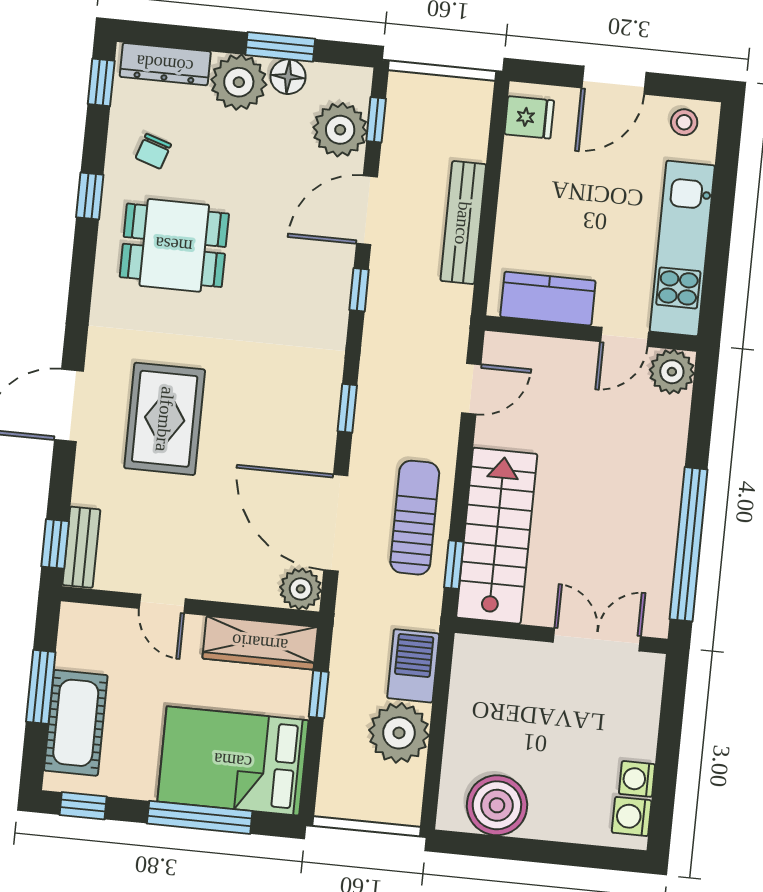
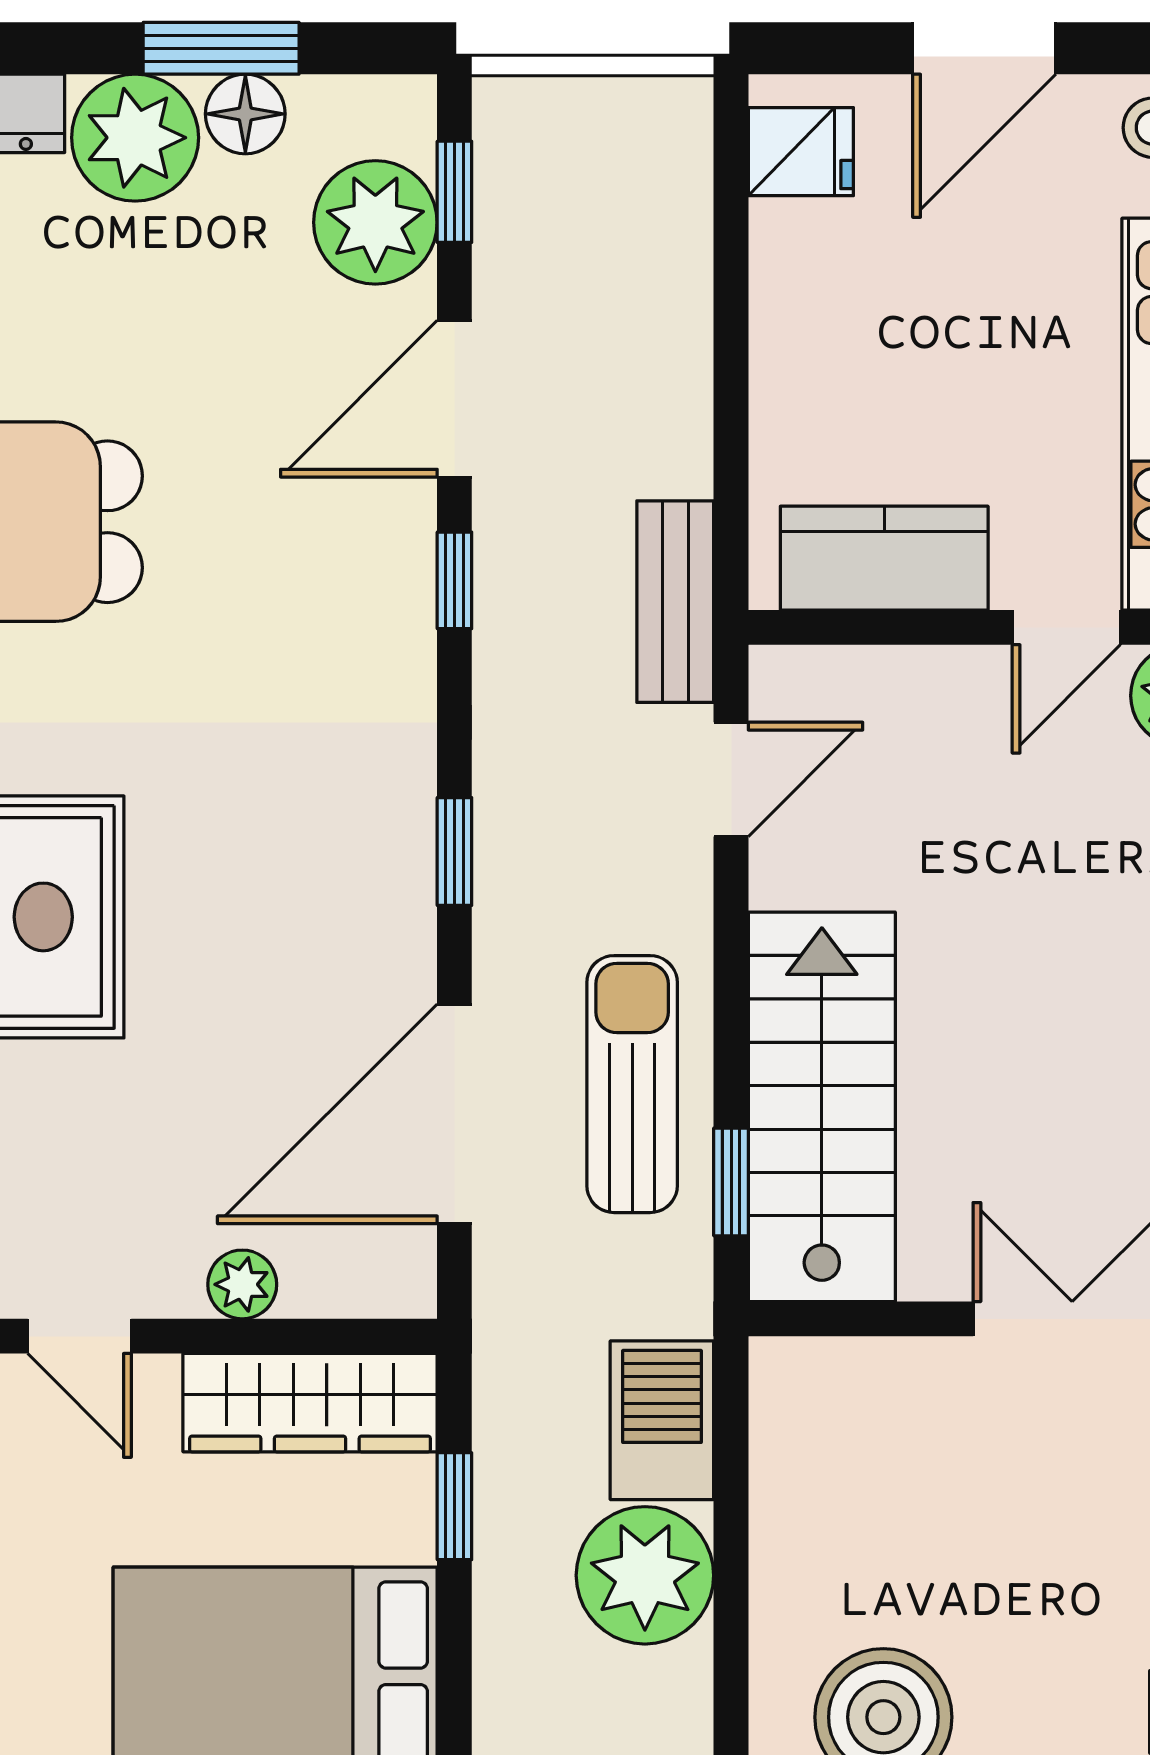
bench: (463, 223) -> (675, 602), moved, width x0.73
door: (336, 523) -> (454, 1114), hinge flipped
plant: (301, 589) -> (242, 1284), moved, width x0.73, depth x0.73

